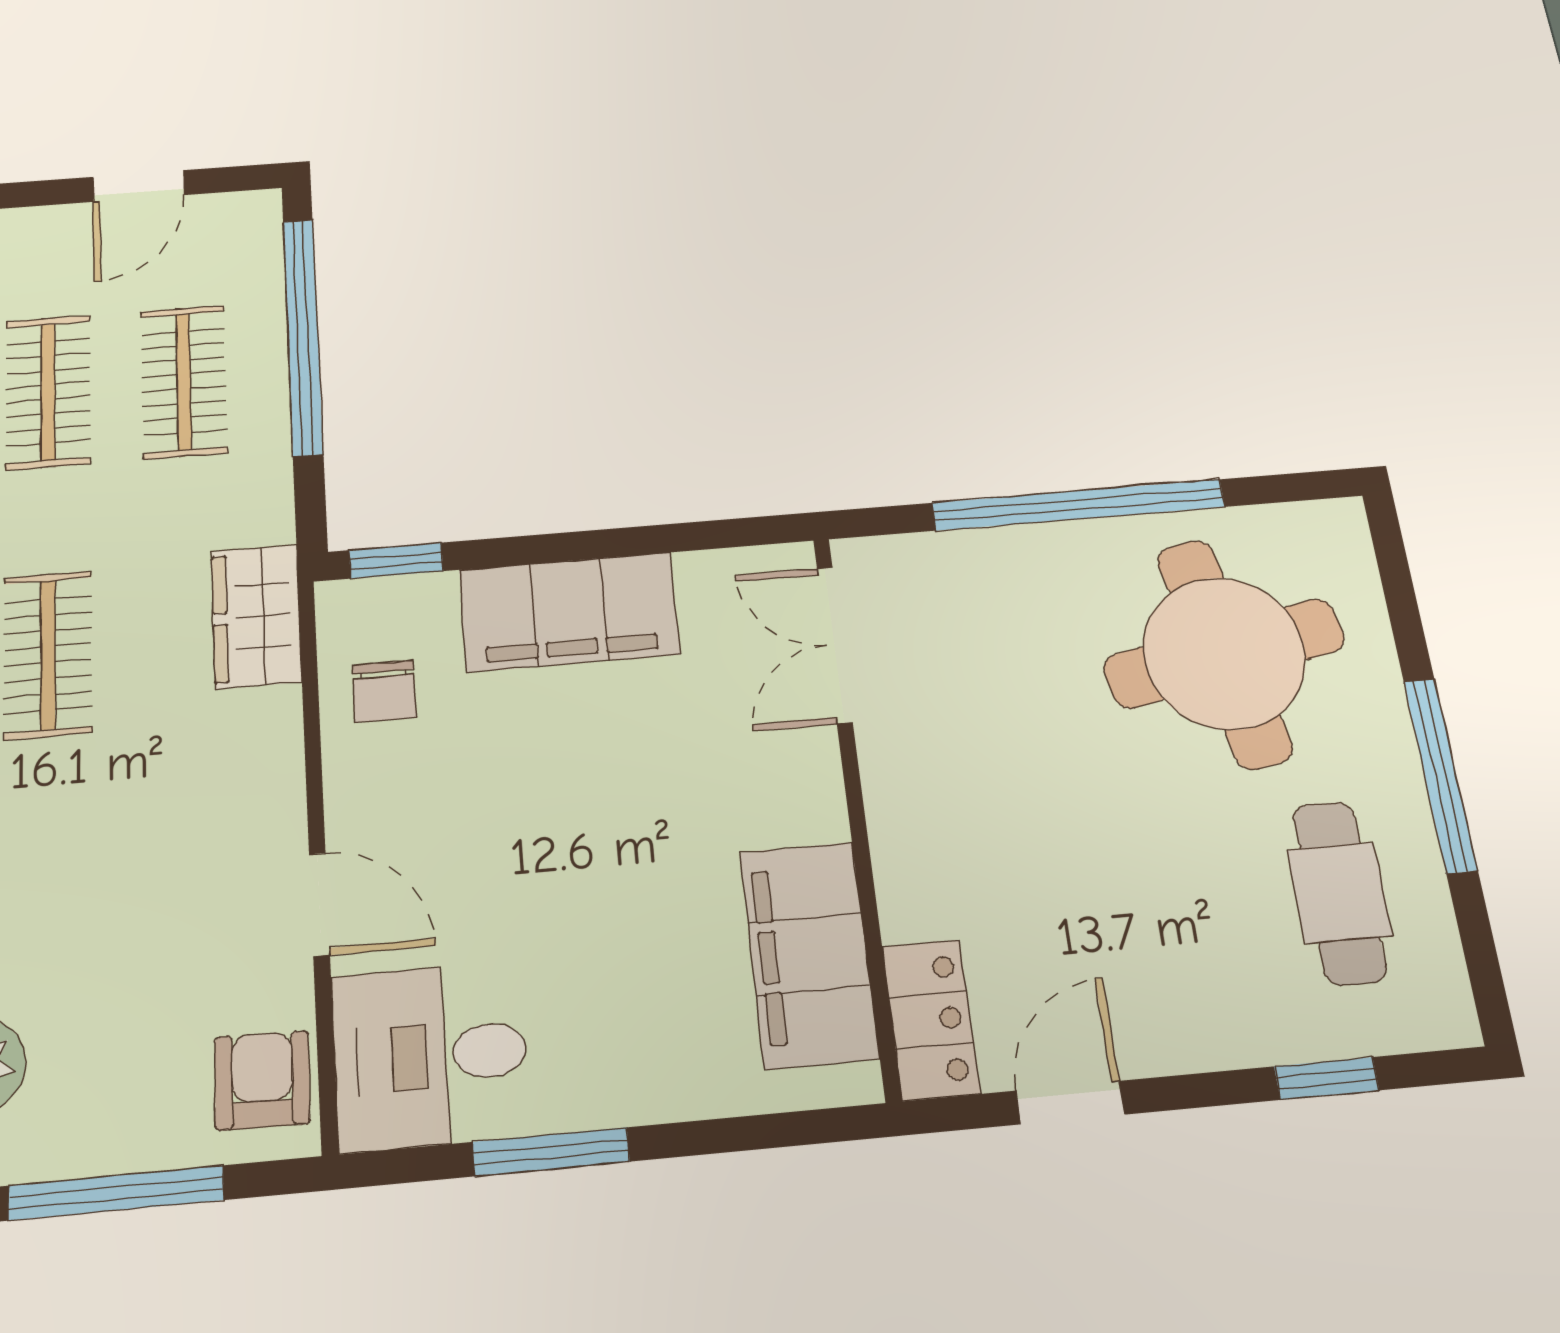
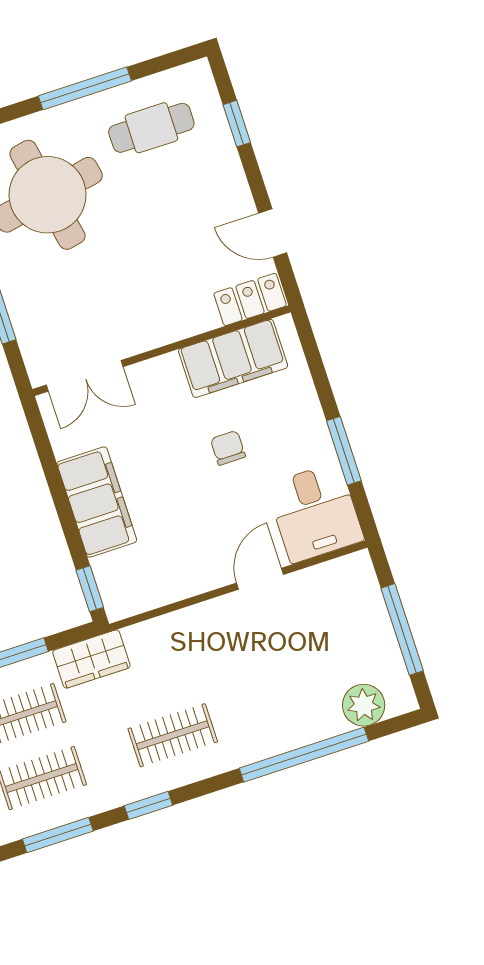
wardrobe: (256, 616) -> (91, 659), moved
chair: (384, 691) -> (228, 448), moved, turned -90
armchair: (262, 1080) -> (342, 582), removed

